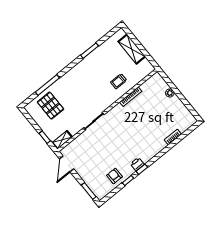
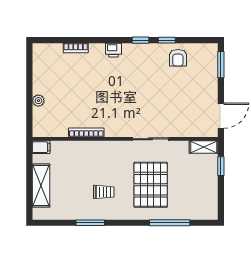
filing cabinet: (148, 69) -> (41, 147), added
trolley: (119, 81) -> (104, 192), moved
pallet: (51, 106) -> (151, 185), moved, width x1.37, depth x1.41
printer: (137, 164) -> (113, 50), moved

